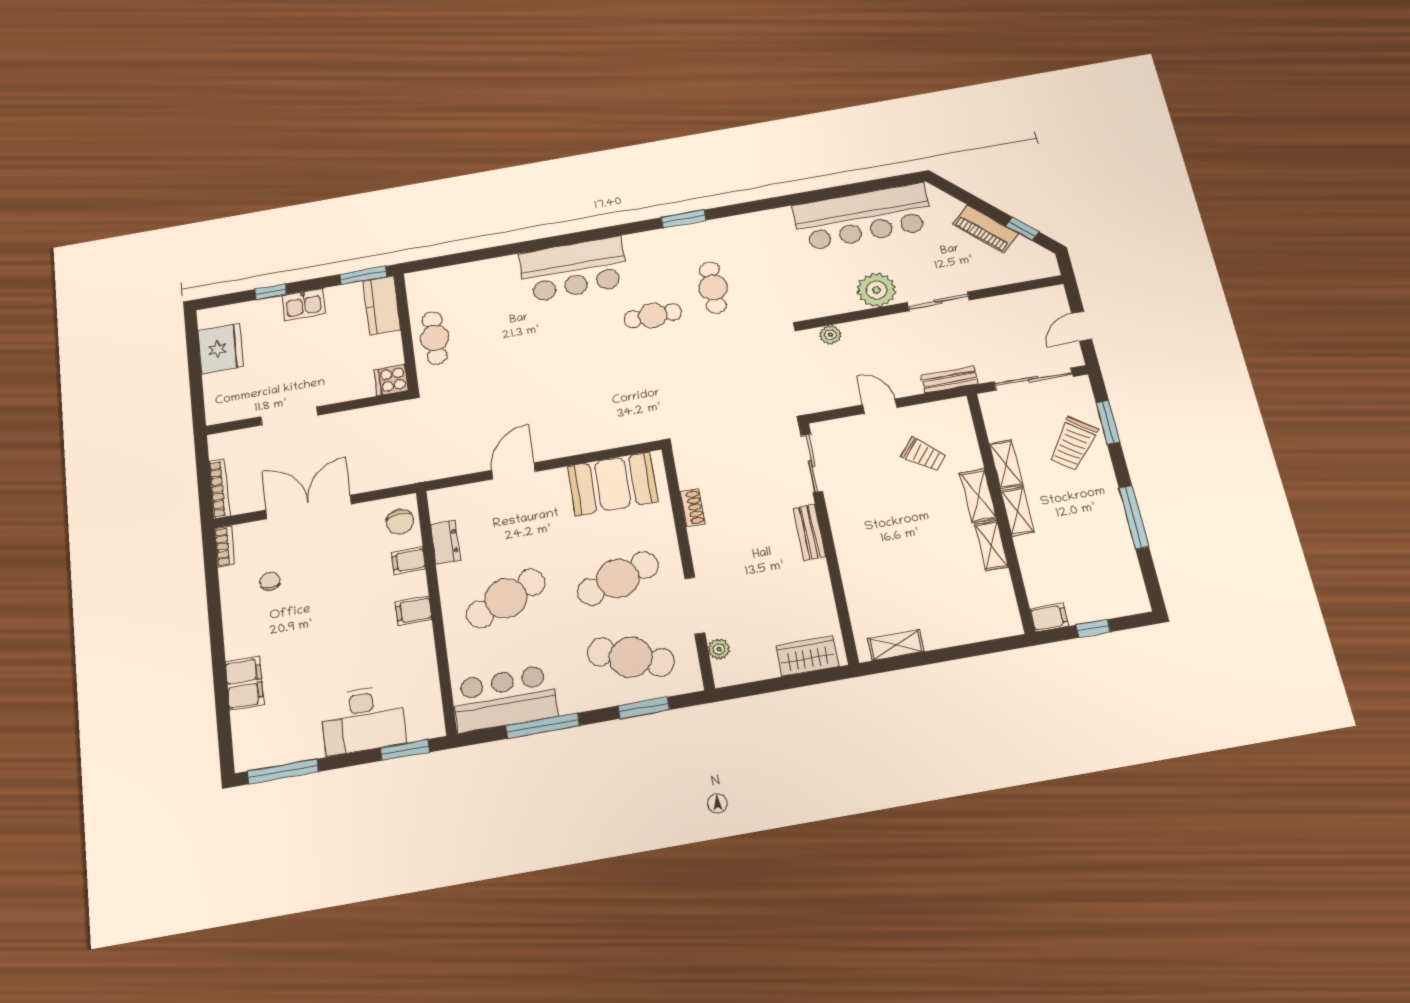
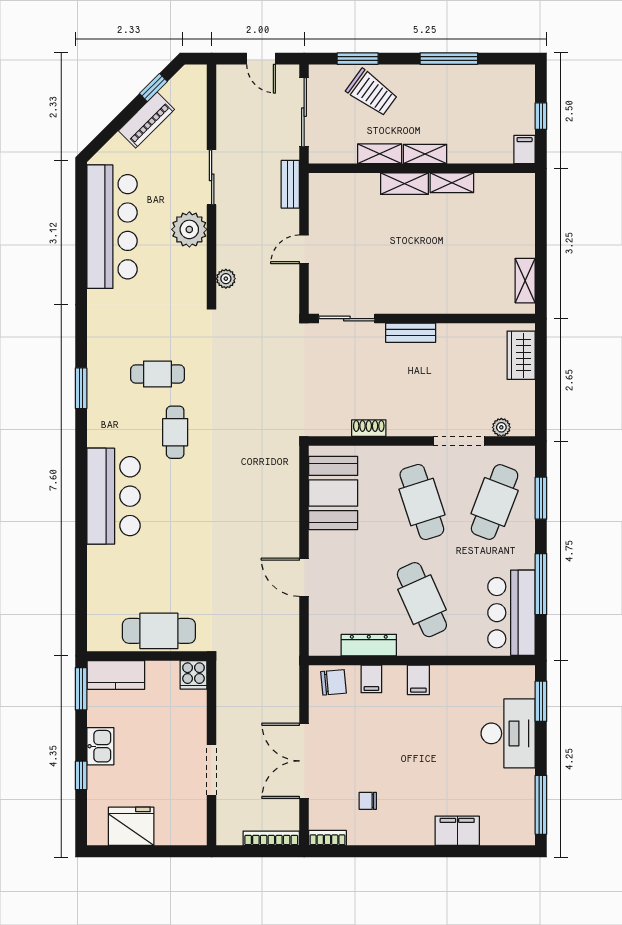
cafe table: (435, 338) -> (159, 631), width x1.37, depth x1.35
trolley: (924, 455) -> (357, 221), removed
dresser: (445, 542) -> (369, 645), width x1.44

